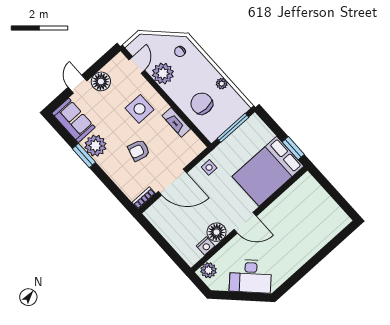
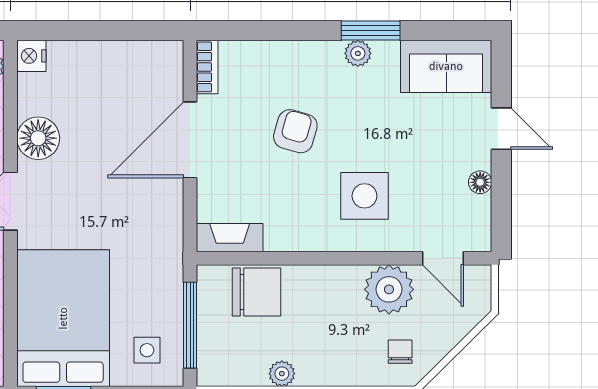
floor lamp: (101, 81) -> (480, 182), width x0.53, depth x0.53
chair: (202, 104) -> (256, 292), moved
fireplace: (176, 122) -> (230, 238), moved
plant: (95, 146) -> (358, 53), width x0.53, depth x0.53
side table: (209, 167) -> (147, 350), moved
nightstand: (206, 246) -> (31, 56), moved

